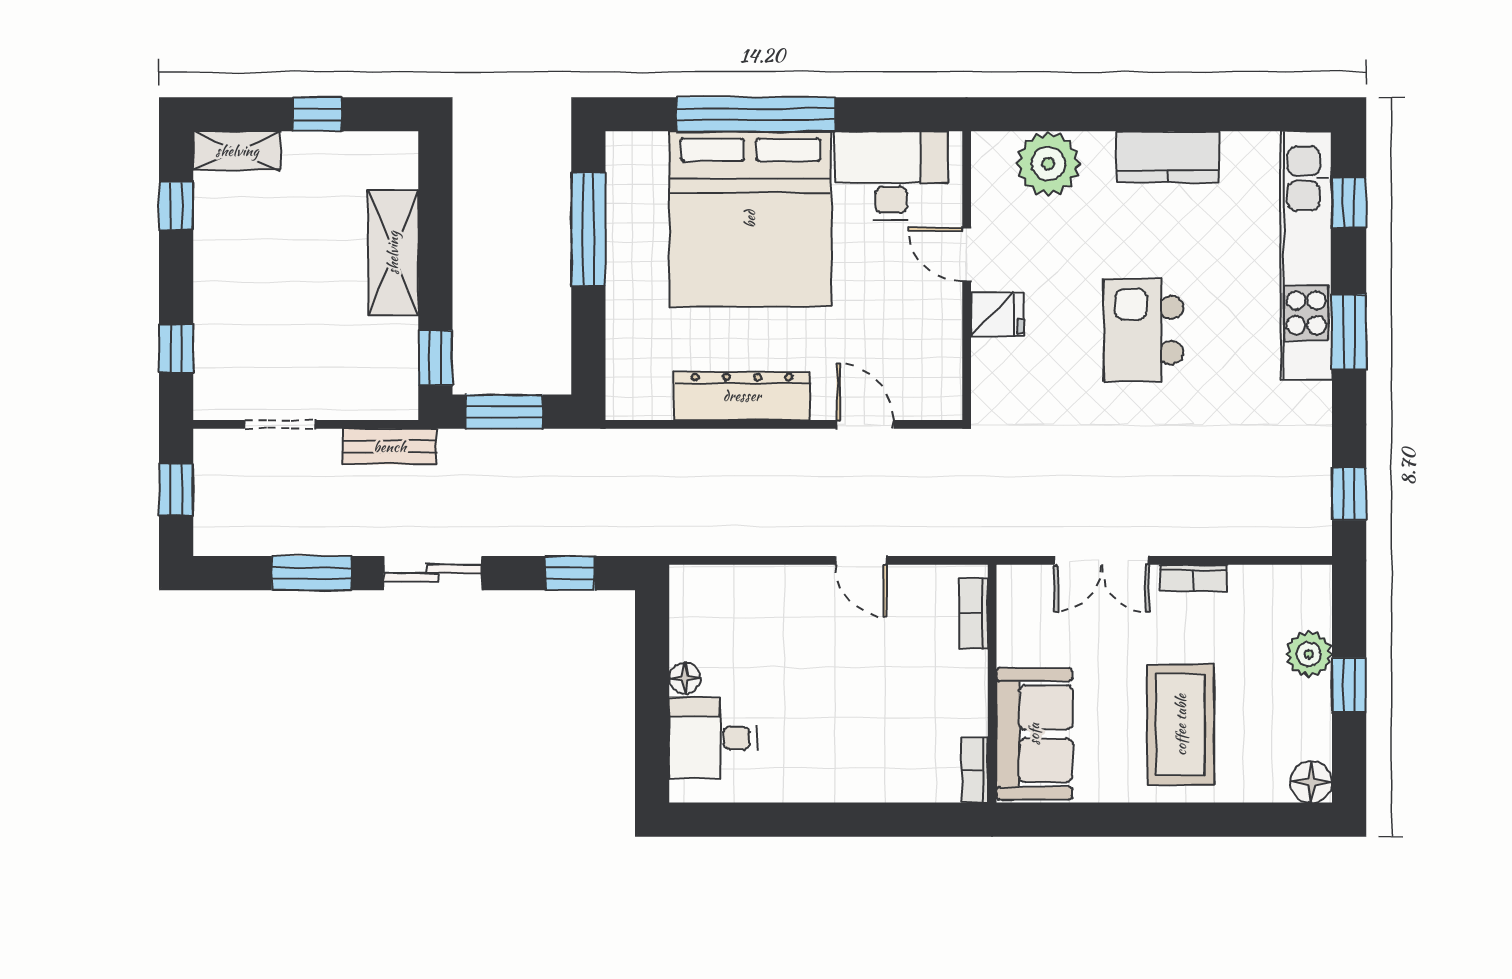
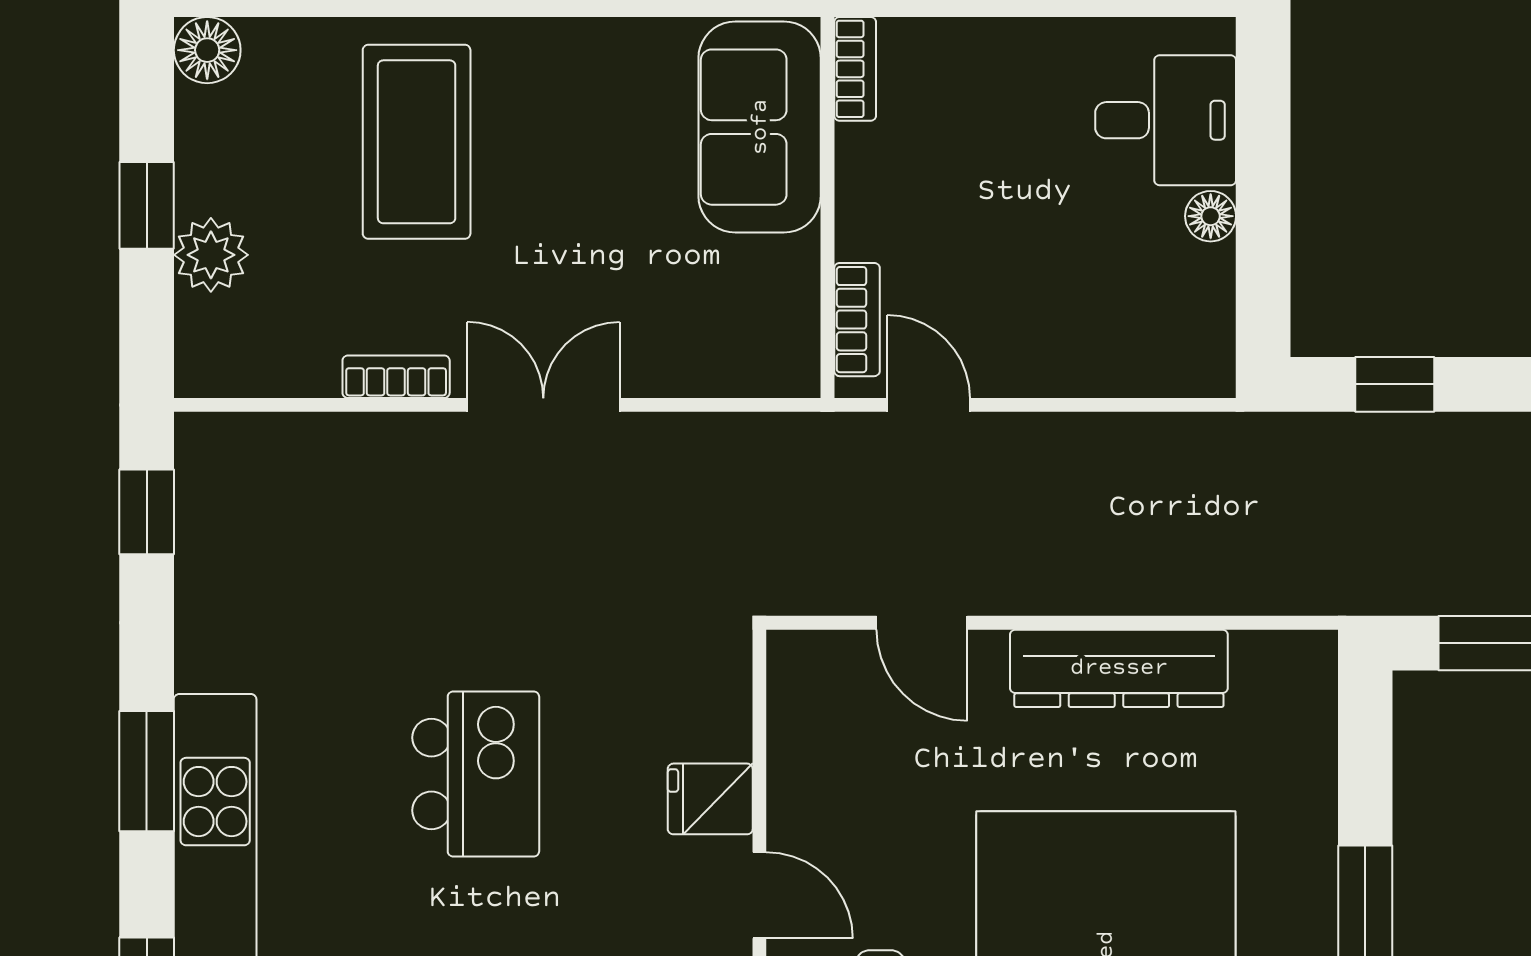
bookcase: (974, 614) -> (857, 320), moved
wall: (992, 684) -> (827, 207), moved
sofa: (1034, 734) -> (760, 127), moved
bookcase: (975, 770) -> (855, 69), moved

